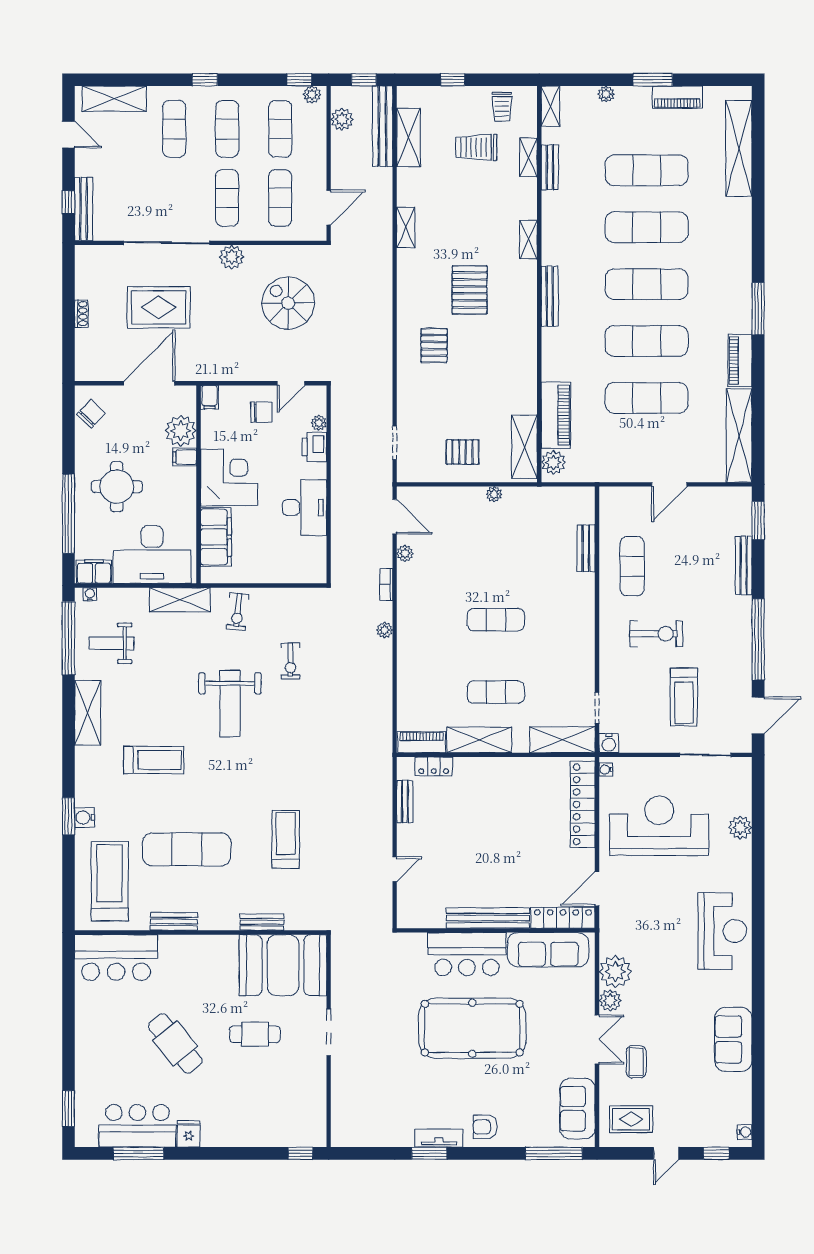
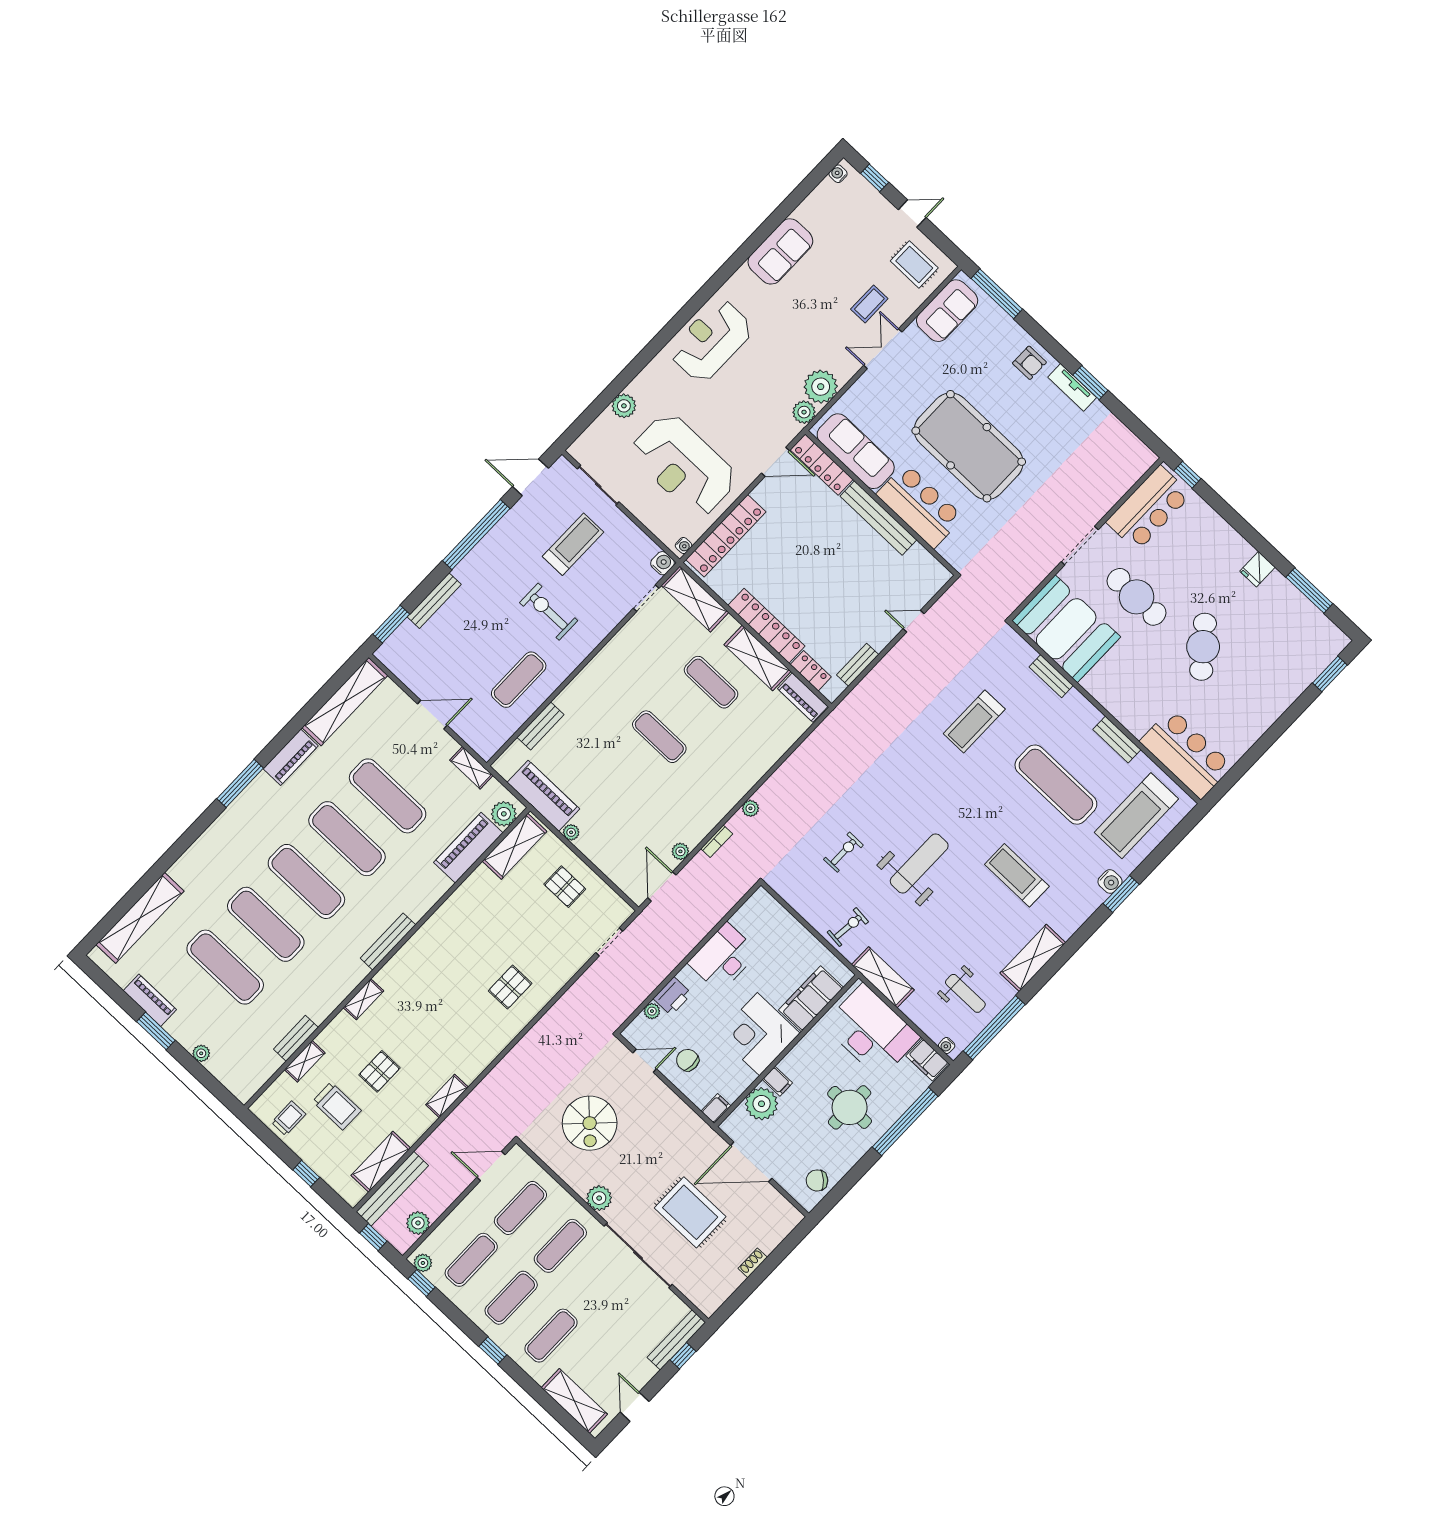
shelving: (550, 106) -> (471, 768), moved, turned 90
pallet: (470, 290) -> (379, 1071), moved, width x0.67, depth x0.71
piano: (538, 501) -> (543, 796), added
locker: (495, 768) -> (766, 626), added
plant: (610, 1001) -> (804, 412), moved
cafe table: (255, 1034) -> (1137, 597), width x1.37, depth x1.35
bar counter: (137, 1126) -> (1149, 508), moved, turned -90

